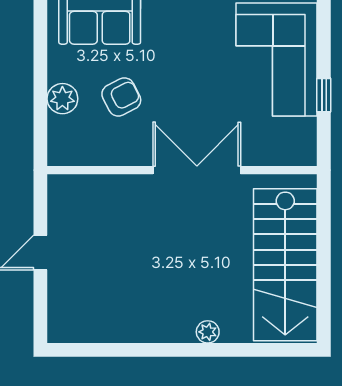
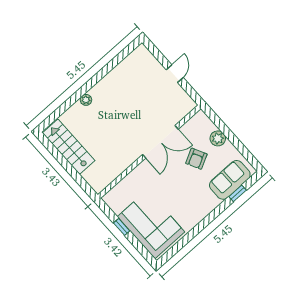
double door: (197, 170) -> (160, 142), moved
stairs: (285, 265) -> (69, 147), width x0.73, depth x0.66

